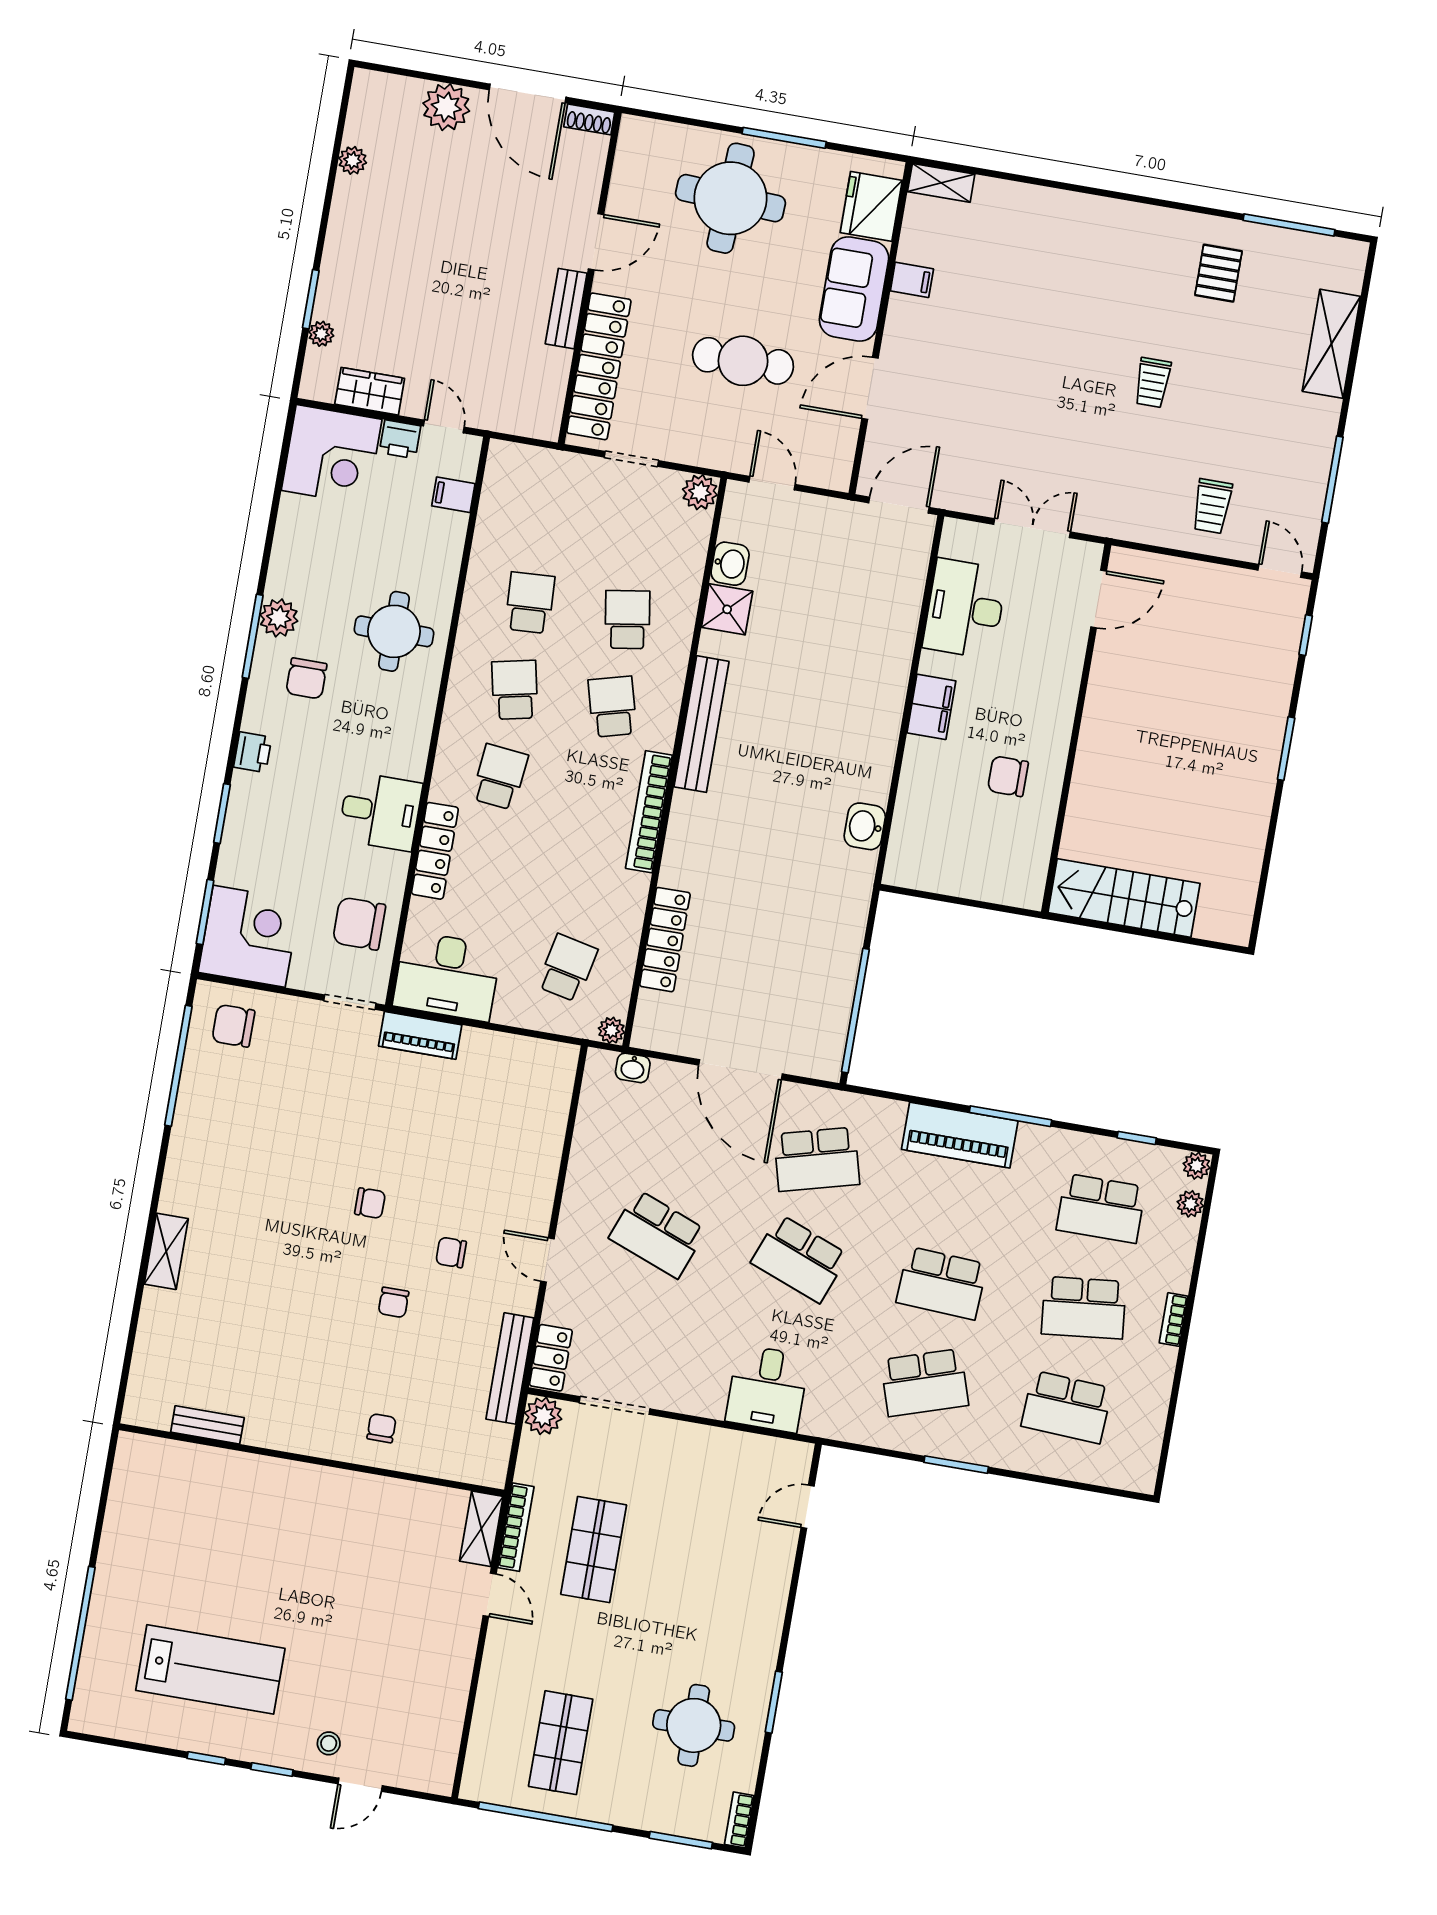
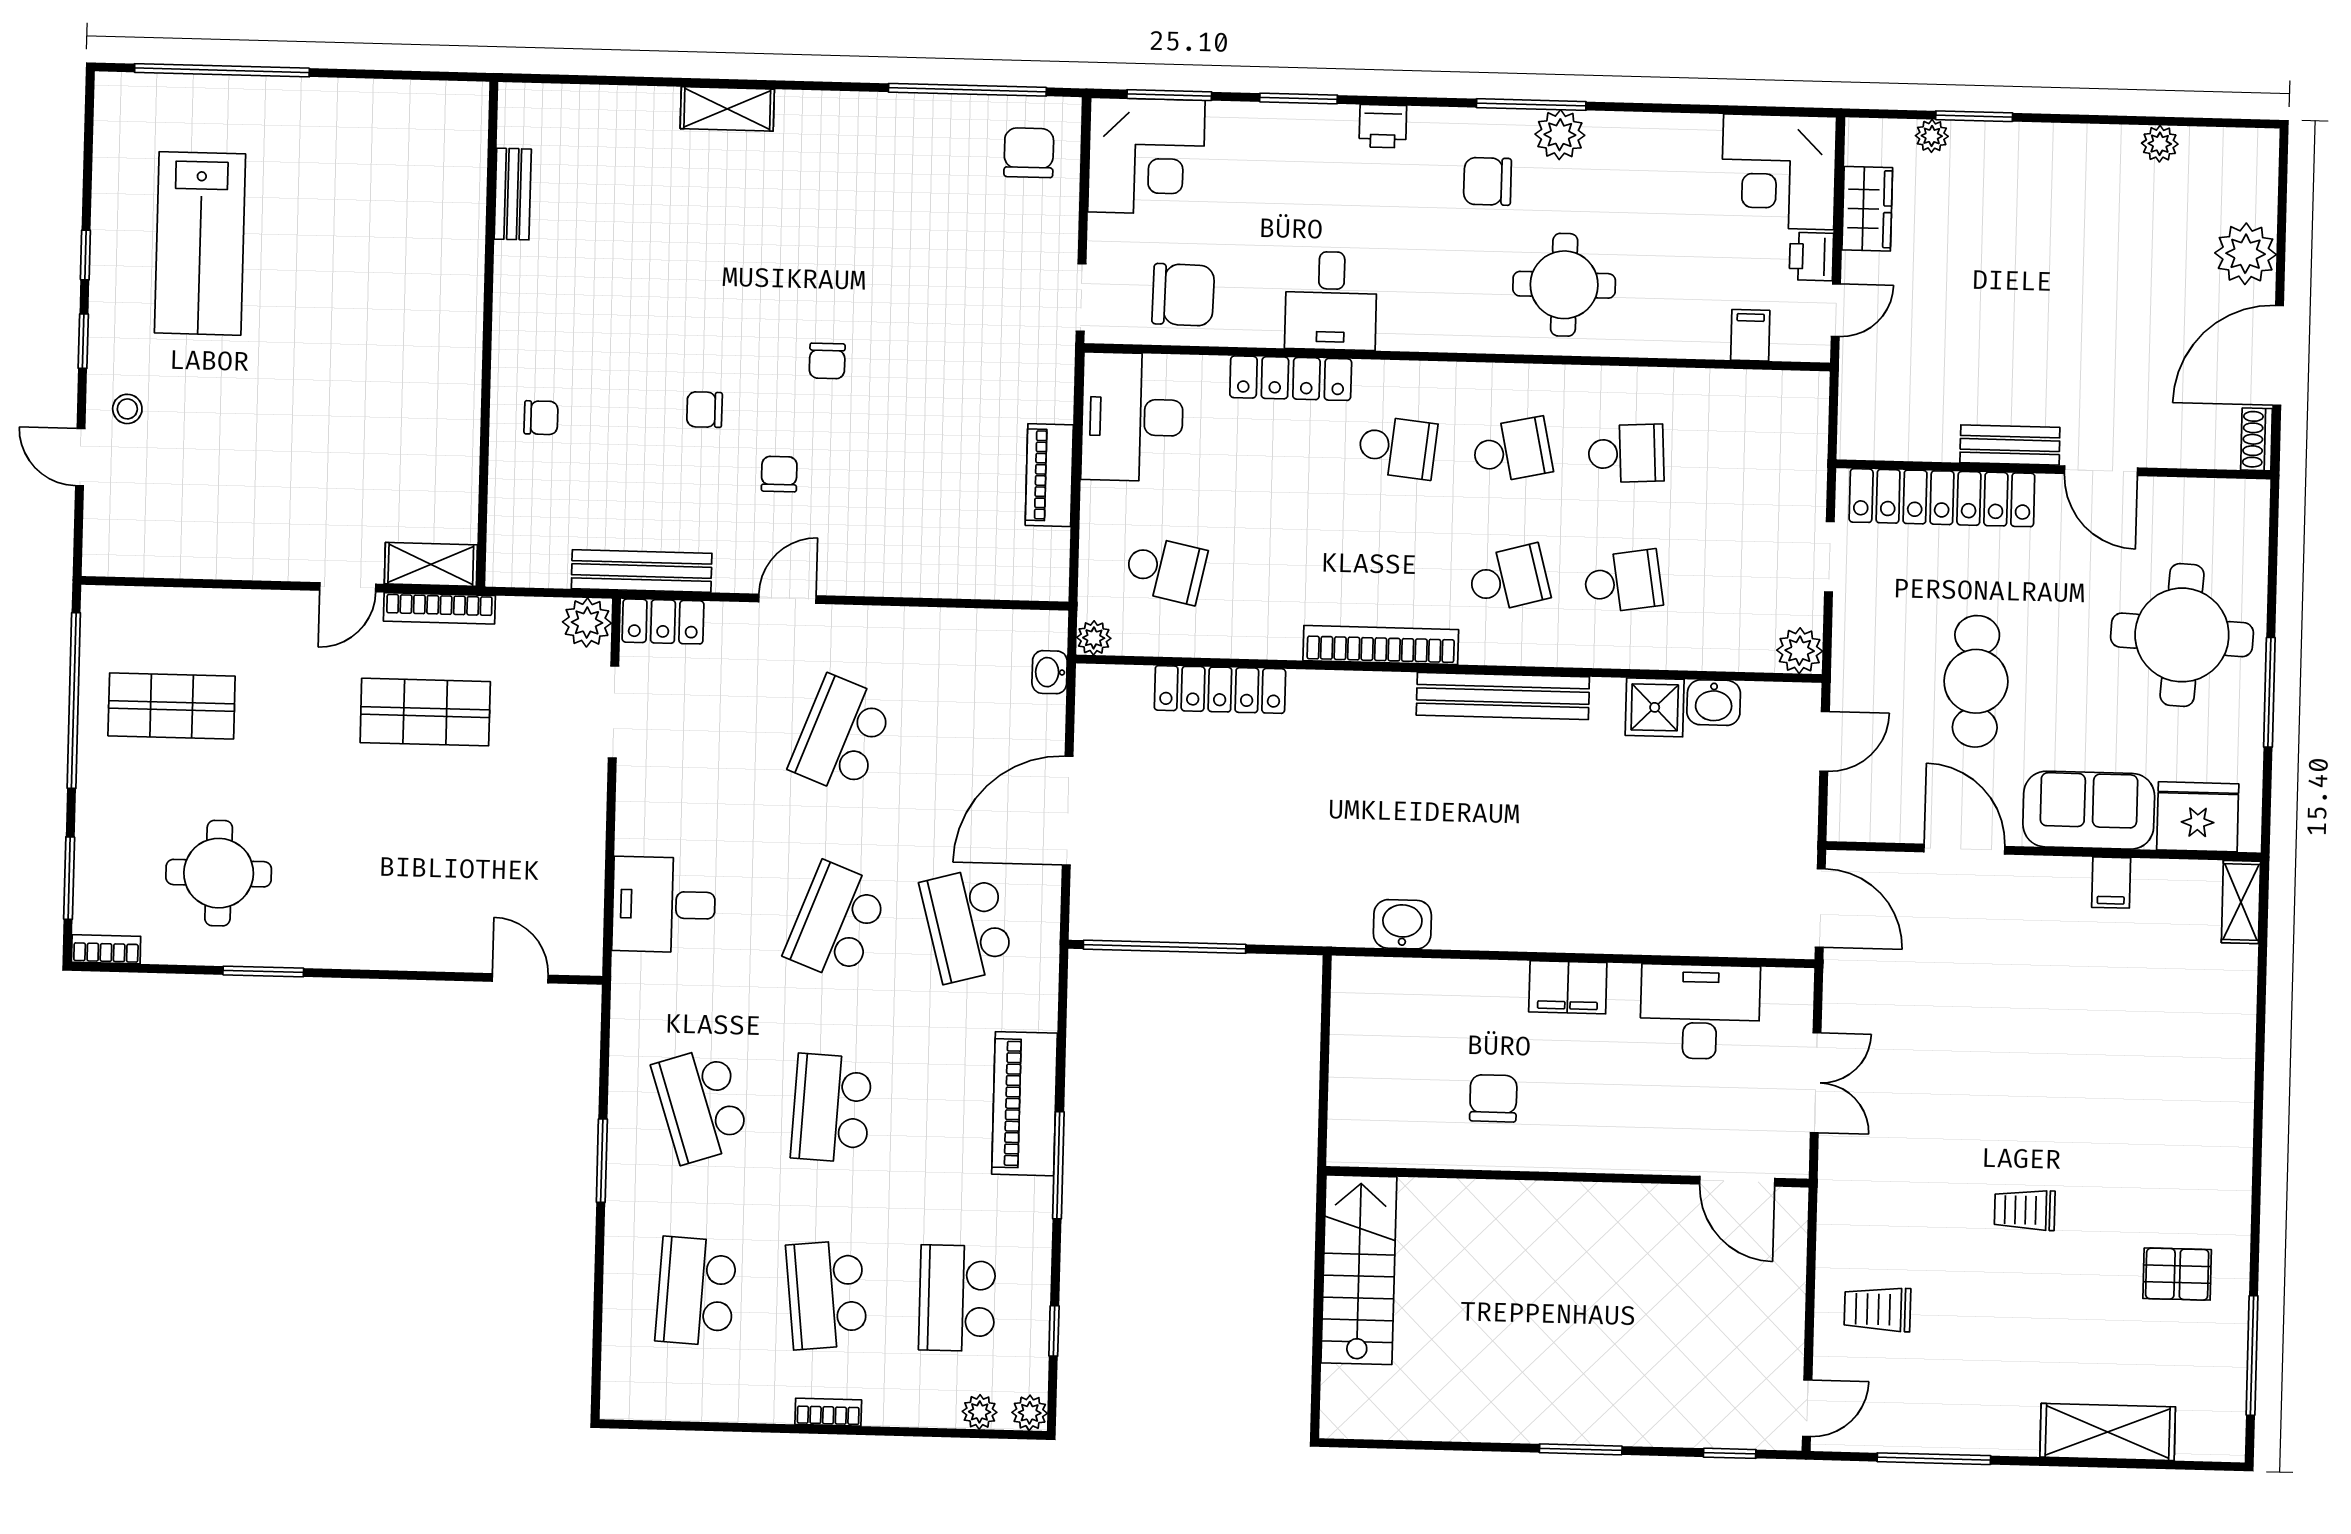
chair: (359, 924) -> (1183, 295), turned 91
piano: (420, 1035) -> (1049, 475), moved

